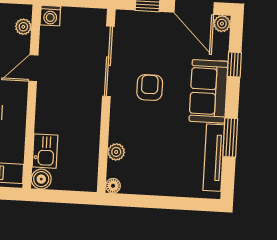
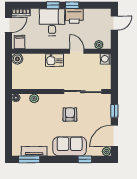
armchair: (150, 87) -> (70, 115), turned -90
window: (230, 138) -> (29, 159), moved
kitchen sink: (45, 151) -> (55, 60), moved
tv unit: (214, 158) -> (34, 151), width x0.71

